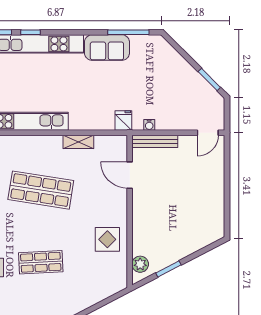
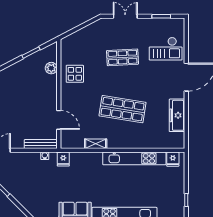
plant: (140, 264) -> (51, 68), moved

